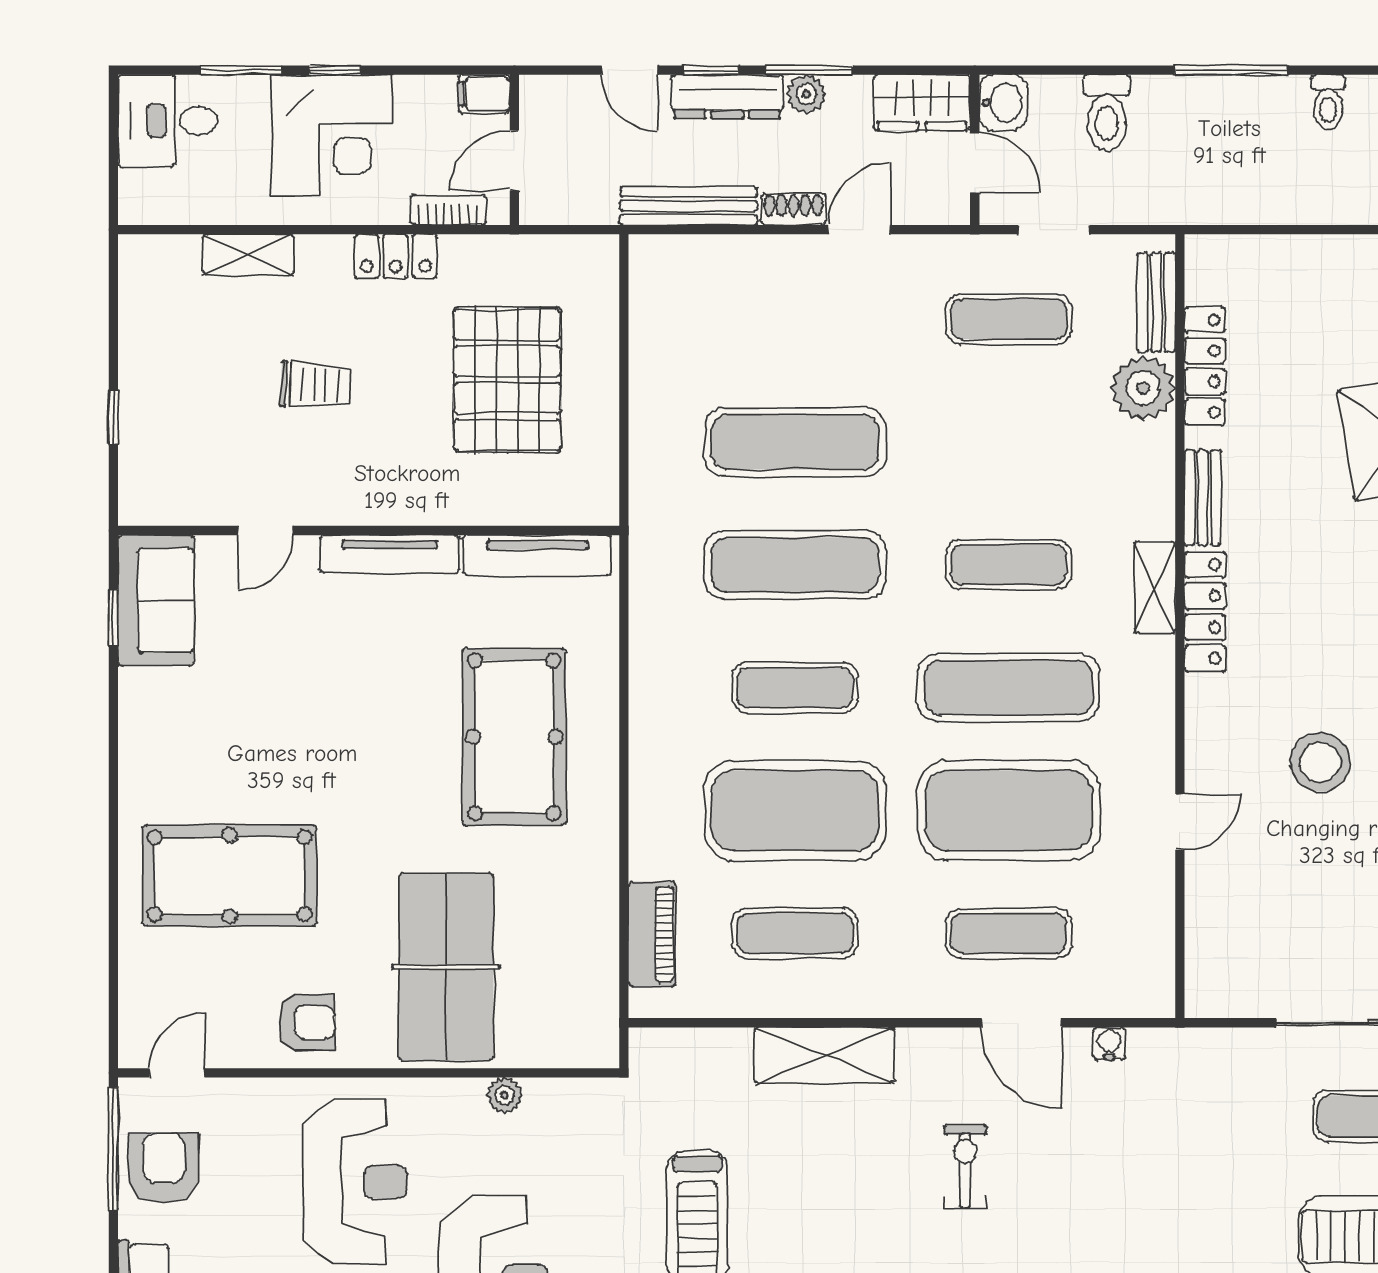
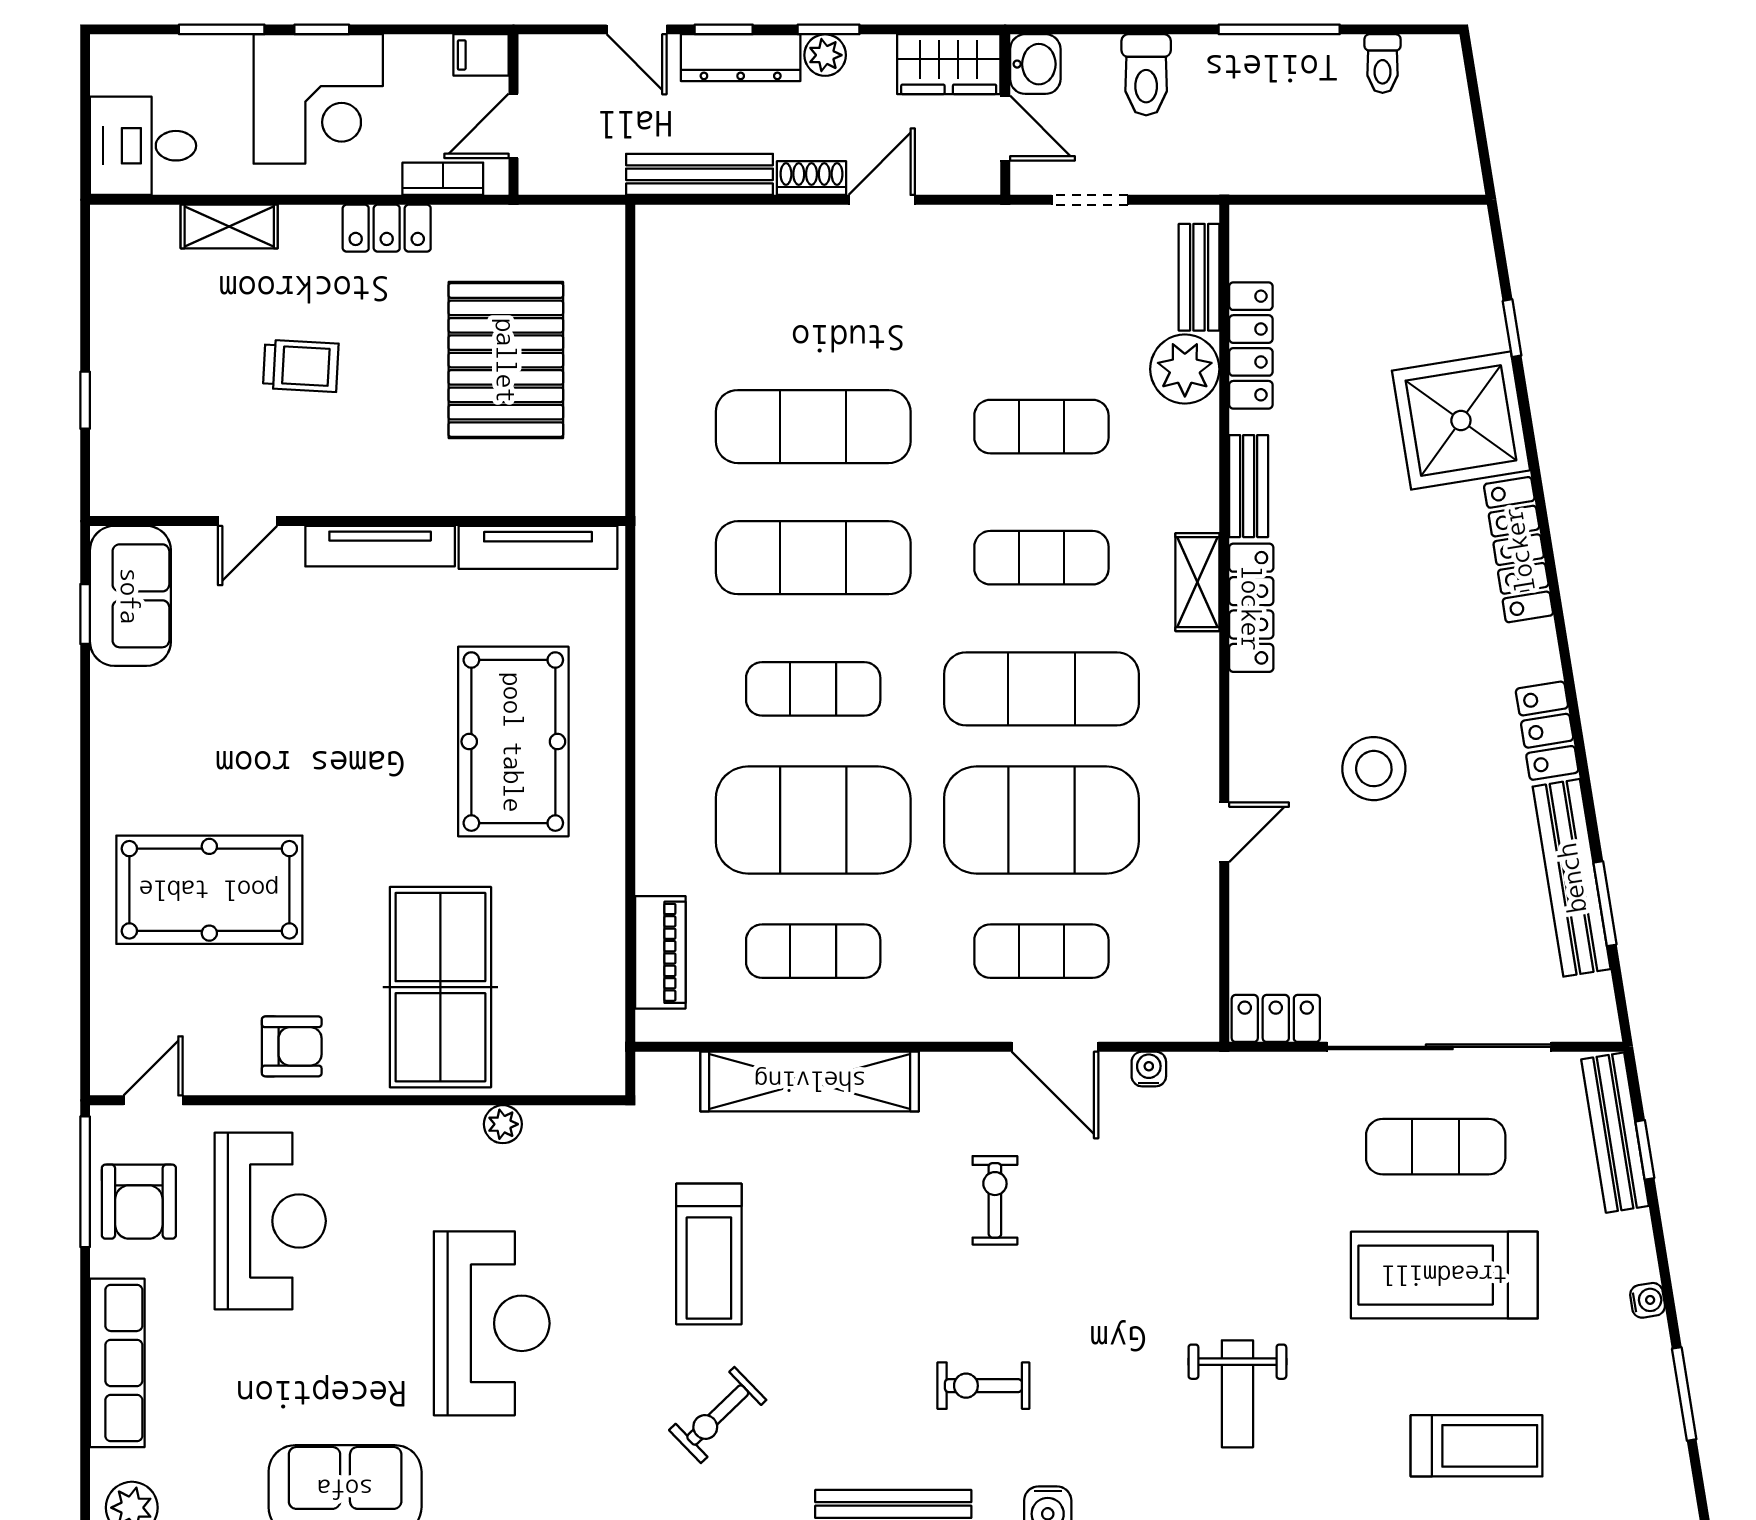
window: (809, 70) -> (829, 29), width x0.67
desk: (168, 121) -> (143, 146), moved
exercise mat: (1009, 319) -> (1041, 427), moved
locker: (1228, 996) -> (1276, 1018), added
shelving: (824, 1055) -> (810, 1081), width x1.47
armchair: (164, 1168) -> (139, 1202), turned 180
reception desk: (355, 1182) -> (270, 1221), moved

